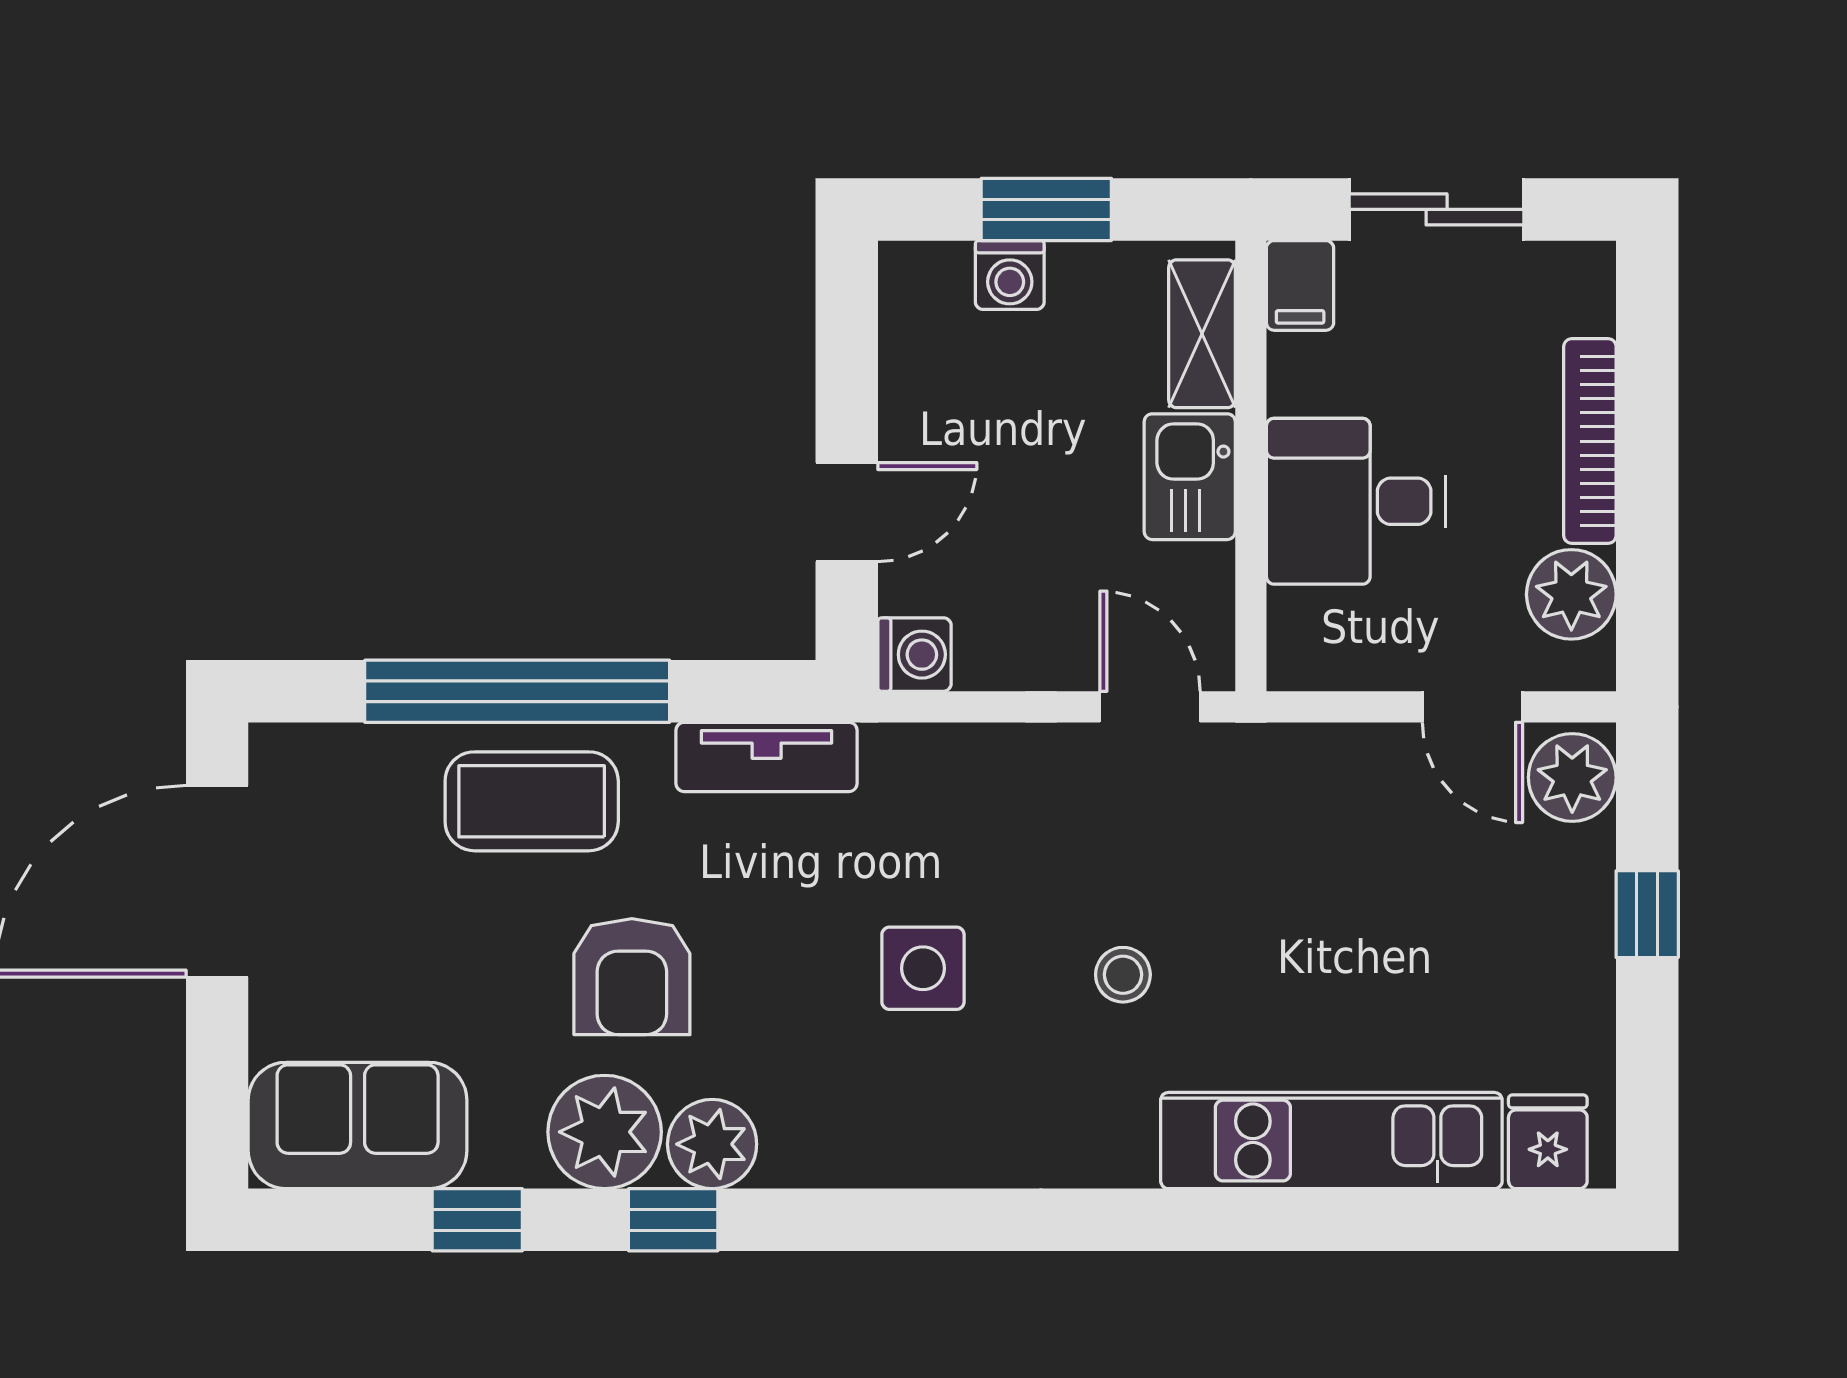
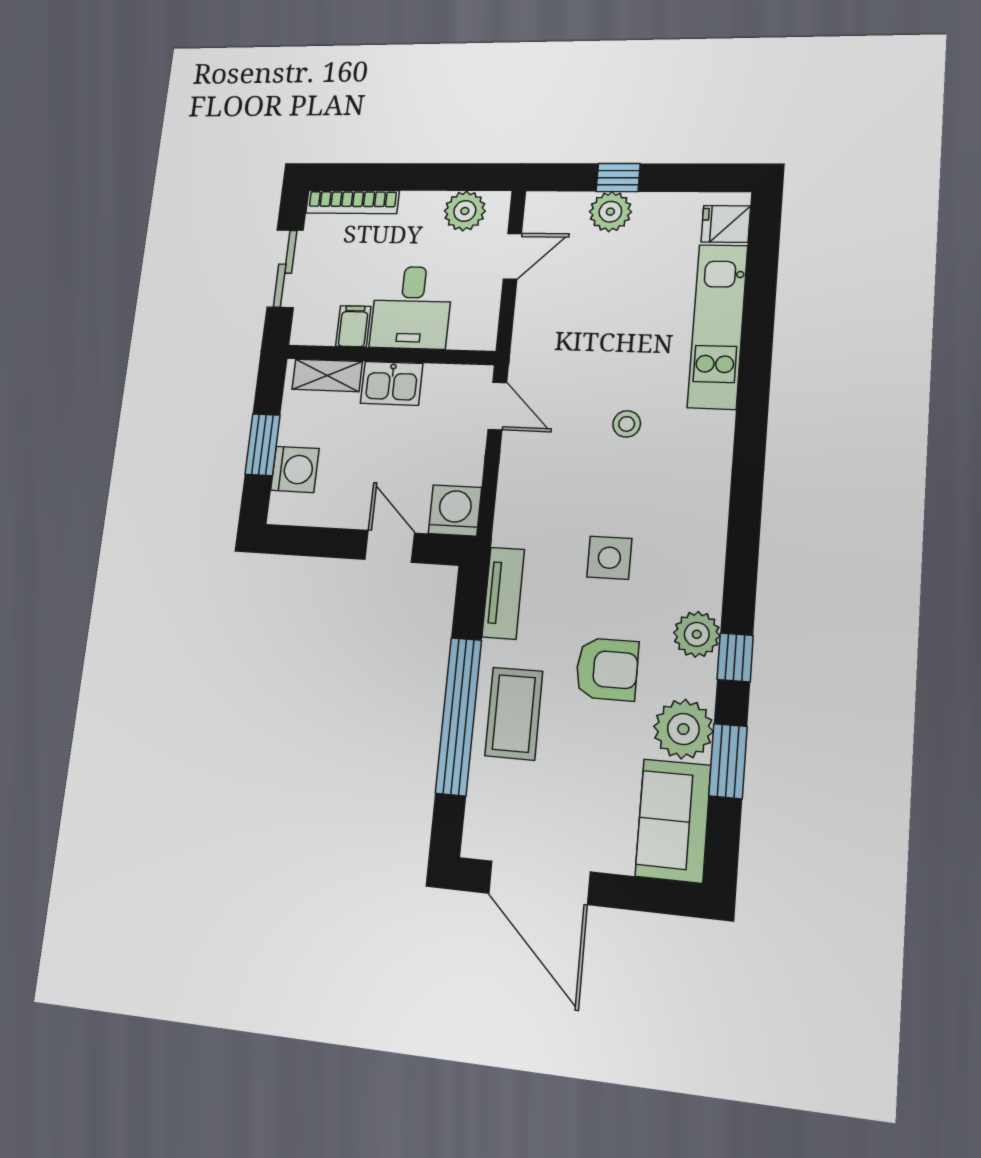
washing machine: (1010, 275) -> (295, 469), width x1.38, depth x1.38
filing cabinet: (1300, 285) -> (353, 326), moved, turned -90
bookcase: (1590, 441) -> (352, 202), moved
washing machine: (915, 655) -> (455, 510), width x1.38, depth x1.38
door: (1150, 707) -> (497, 406), swing flipped
plant: (1572, 777) -> (610, 212), moved
side table: (923, 968) -> (609, 558), moved
plant: (605, 1132) -> (683, 729), moved
window: (477, 1220) -> (728, 761), width x1.50

